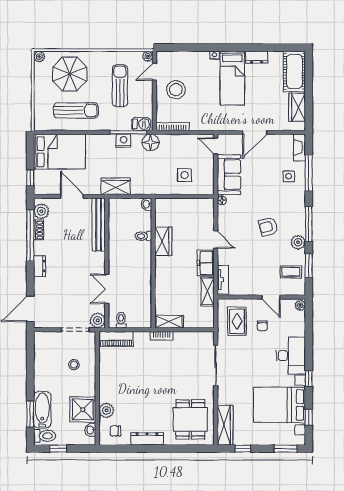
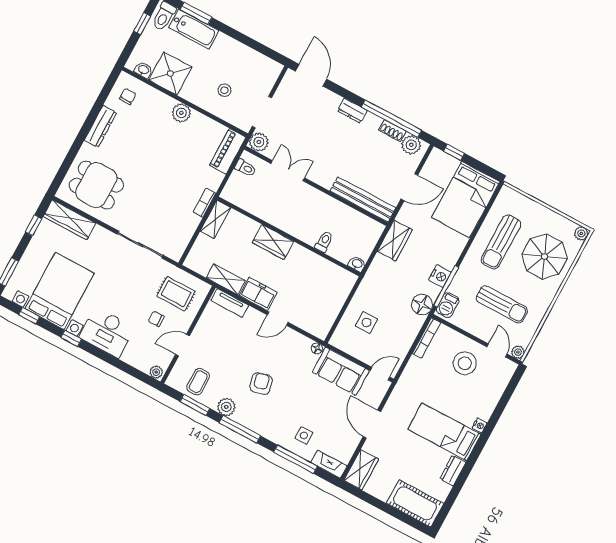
wardrobe: (297, 107) -> (361, 470), moved, turned 90
wardrobe: (163, 241) -> (273, 242), moved
plant: (106, 410) -> (181, 113), moved

